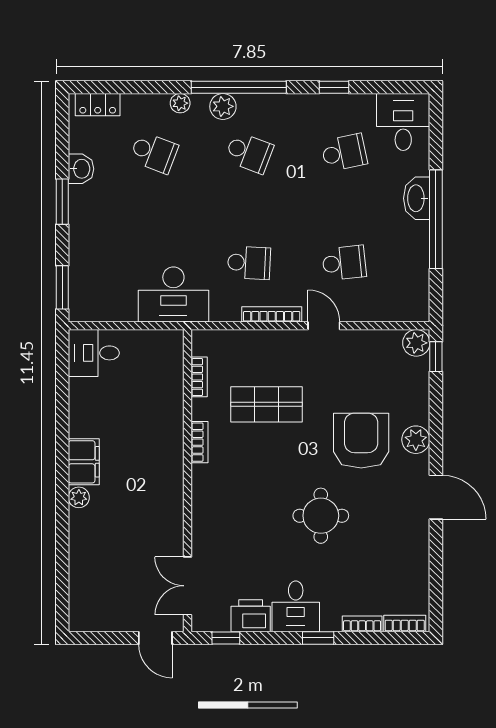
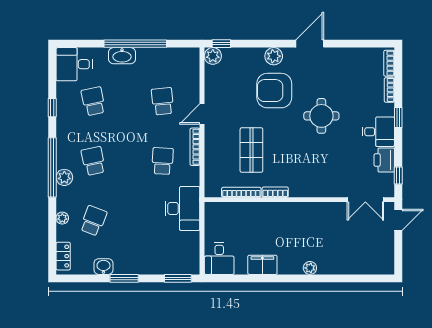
plant: (180, 103) -> (62, 218), moved
school desk: (249, 153) -> (93, 161), turned -33
bookcase: (199, 377) -> (241, 192), width x1.56
filing cabinet: (84, 462) -> (262, 265), moved

